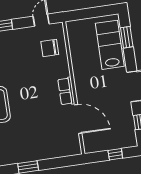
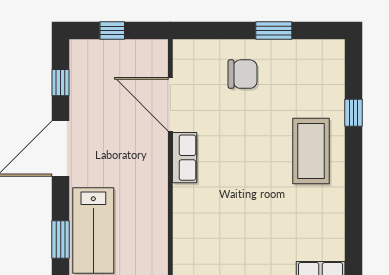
chair: (50, 48) -> (243, 74), moved

